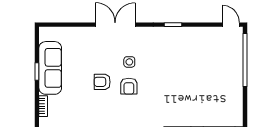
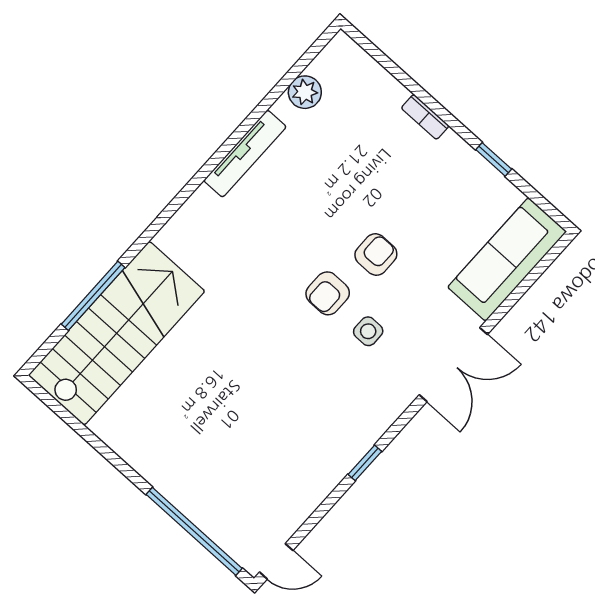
sofa: (50, 68) -> (507, 259), moved, turned 90
armchair: (129, 86) -> (328, 293), turned -90

